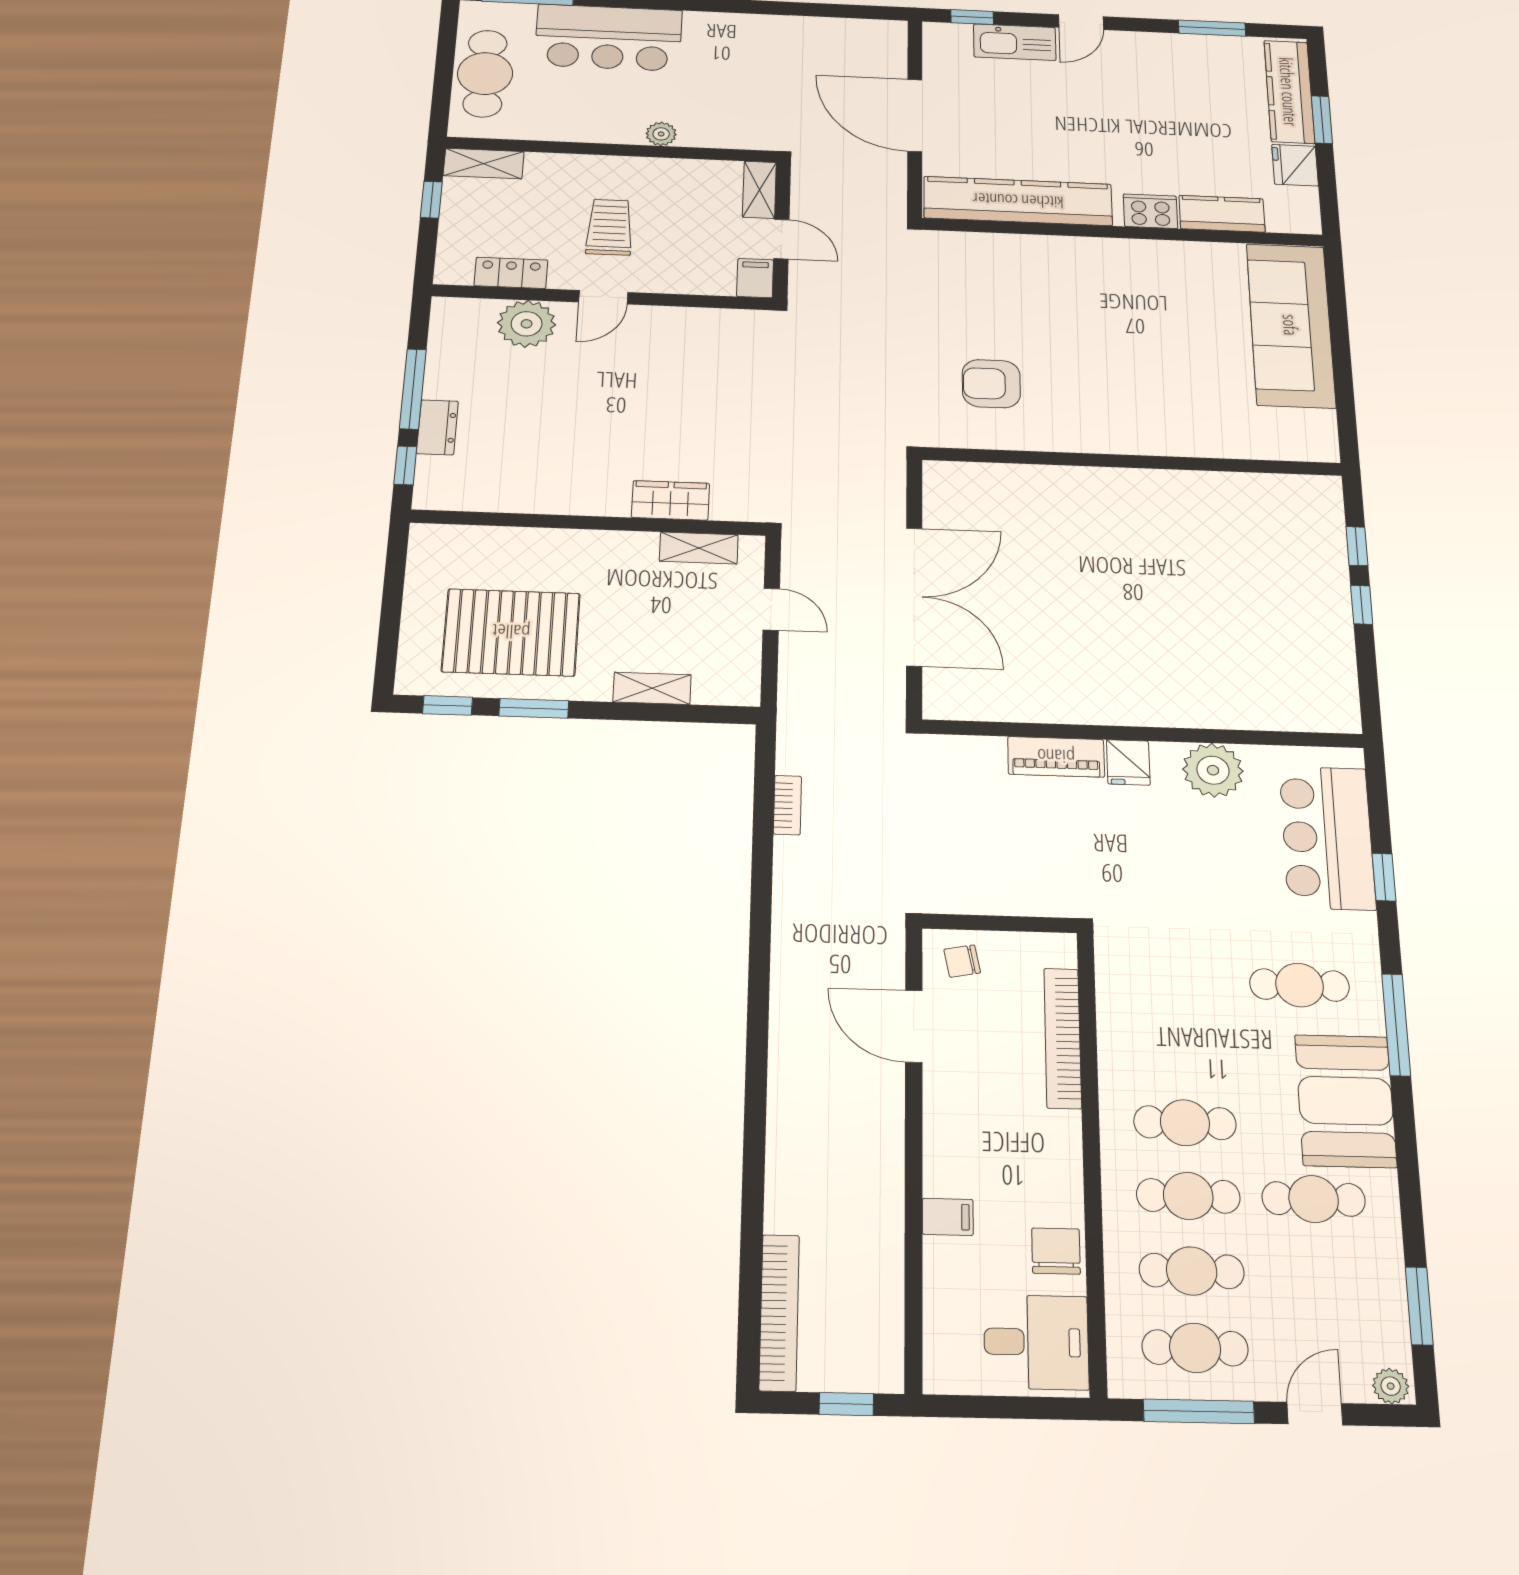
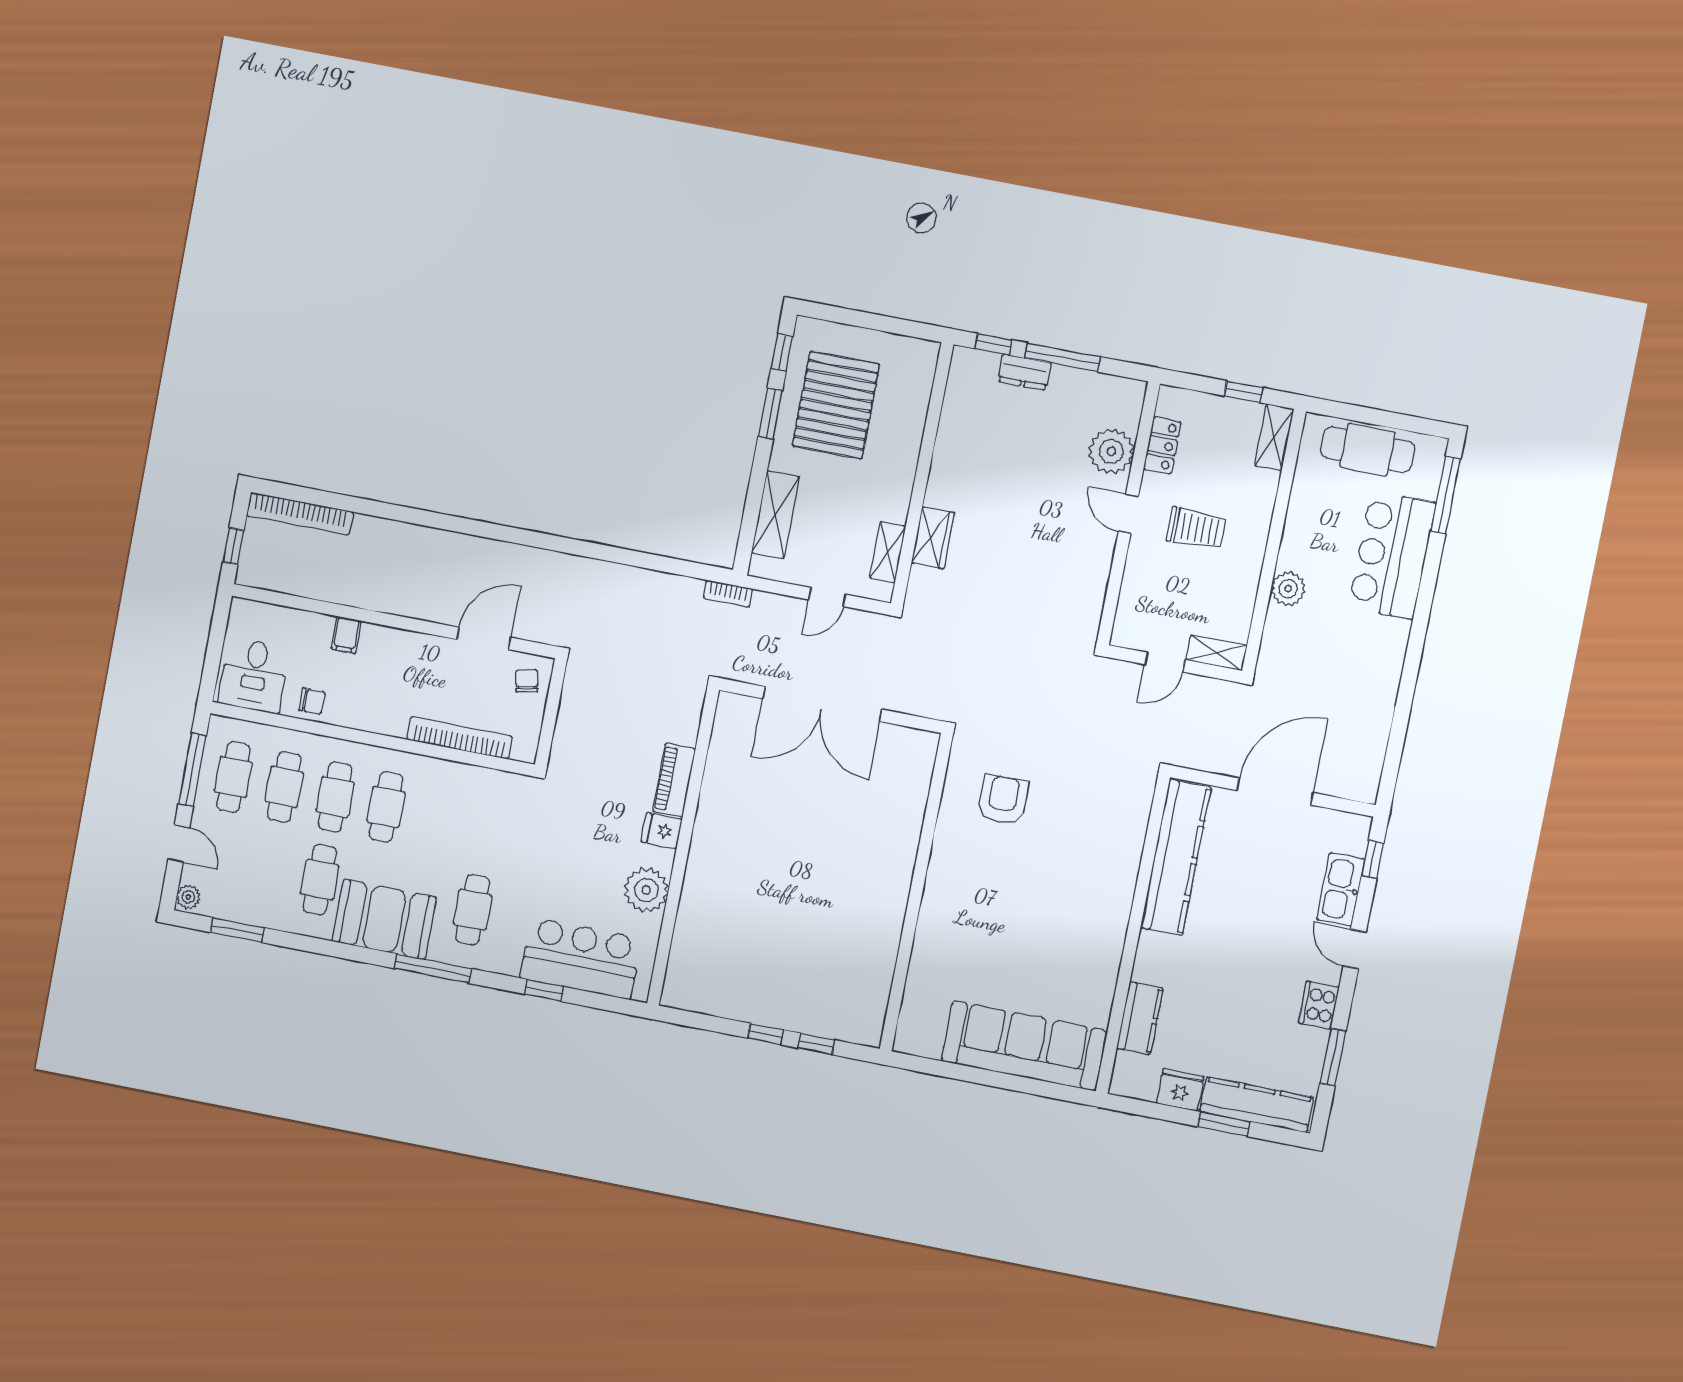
plant: (661, 134) -> (1288, 589), width x1.38, depth x1.38
cooker: (1150, 211) -> (1319, 1005), moved, turned 180
filing cabinet: (755, 278) -> (1130, 635), removed
shelving: (652, 688) -> (775, 515), width x1.50, depth x1.33
bookcase: (787, 805) -> (728, 594), moved
chair: (1056, 1251) -> (312, 701), width x0.73, depth x0.73

